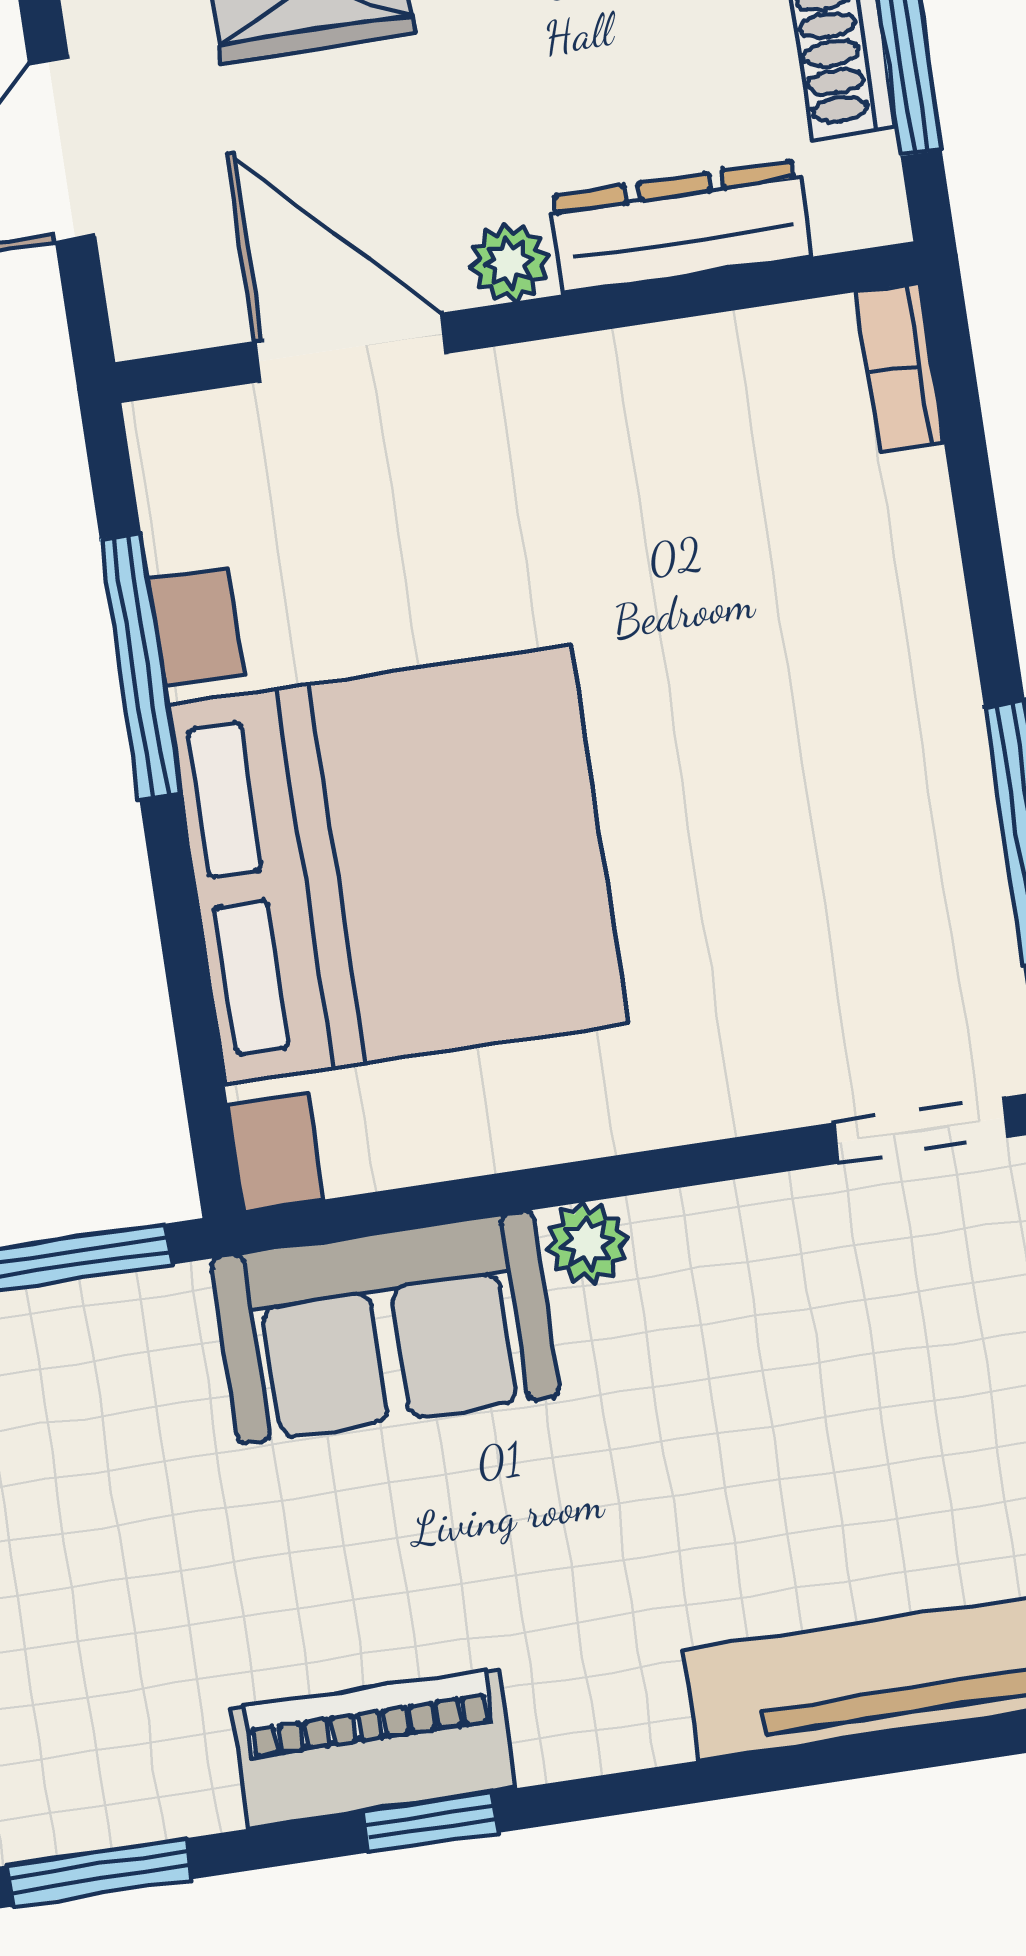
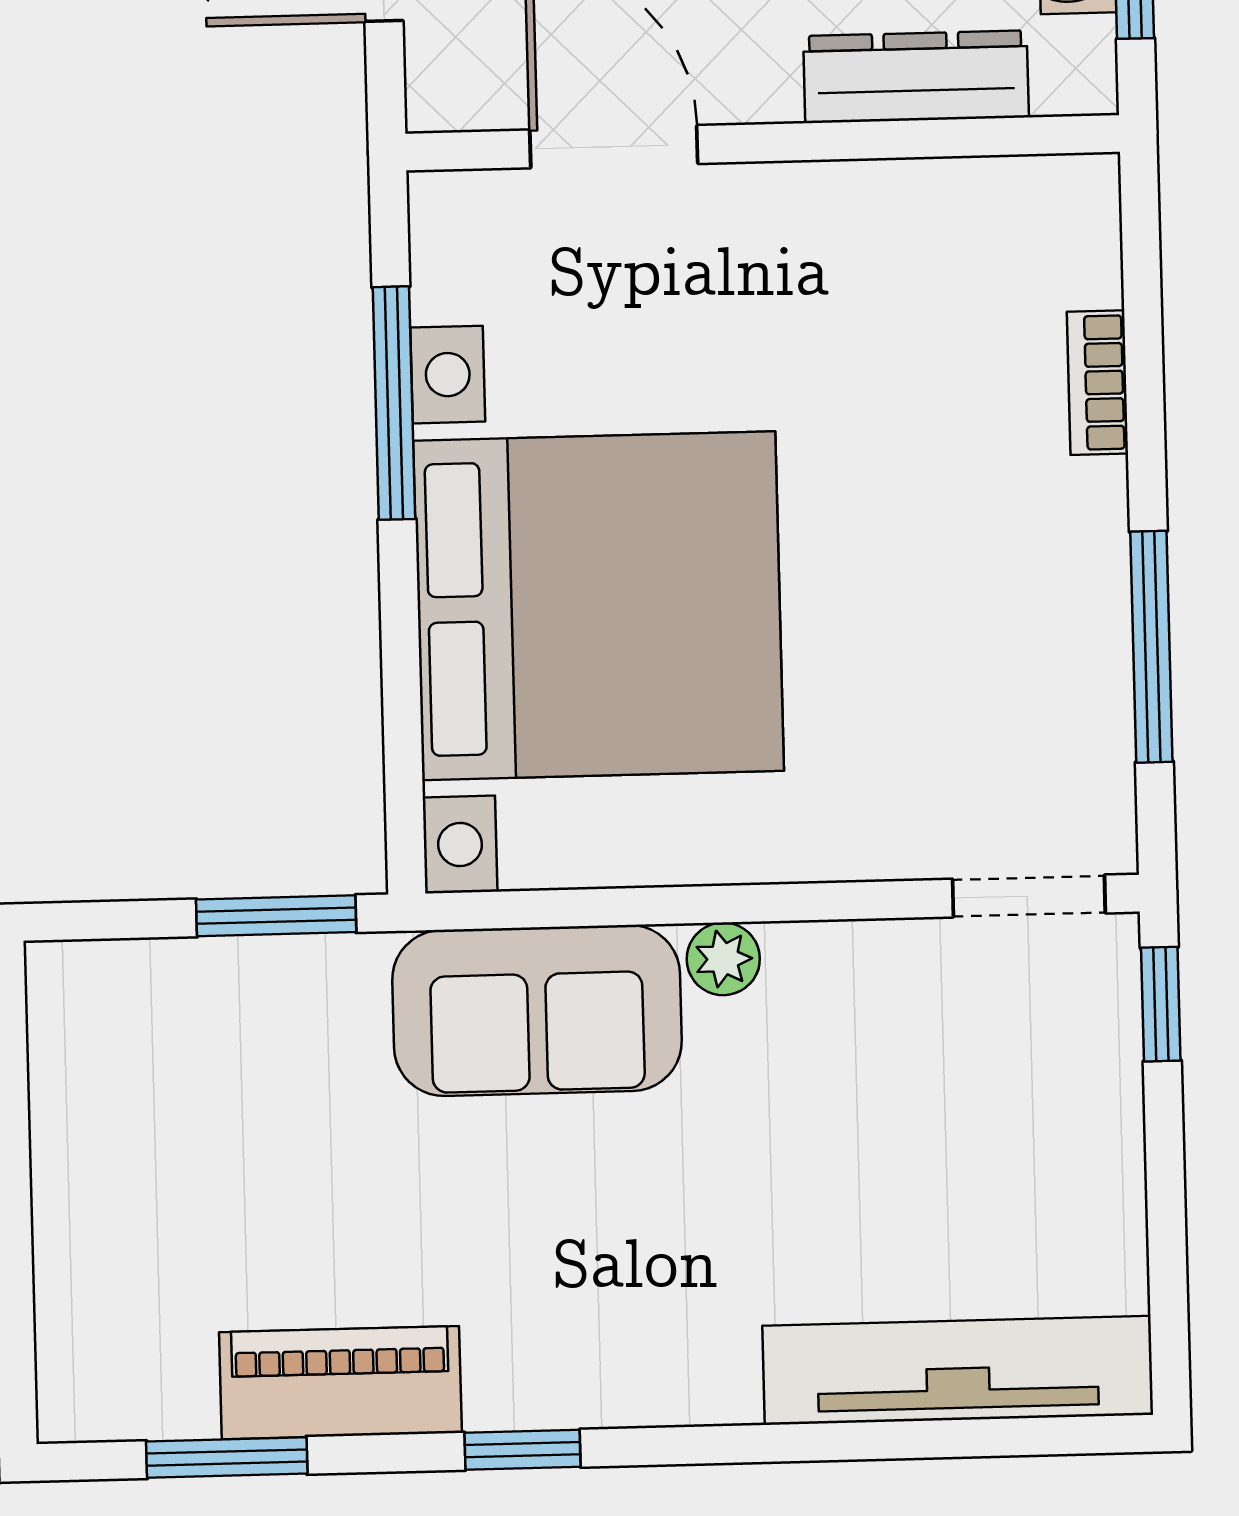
plant: (509, 262) -> (762, 89), removed
bookcase: (900, 367) -> (1097, 383), moved
piano: (373, 1749) -> (340, 1383), moved

